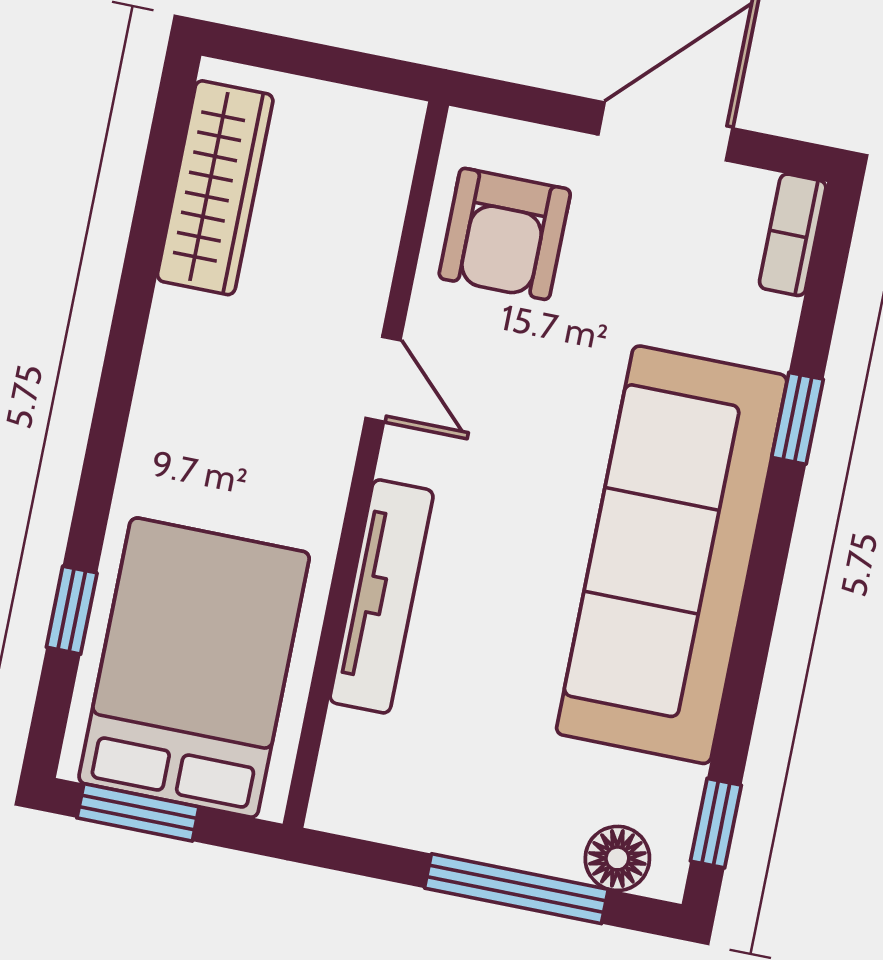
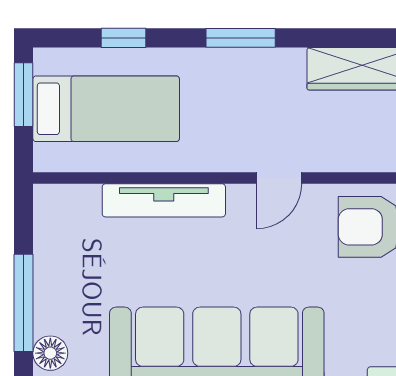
window: (115, 397) -> (241, 38), added
bed: (194, 668) -> (106, 109), width x0.67

